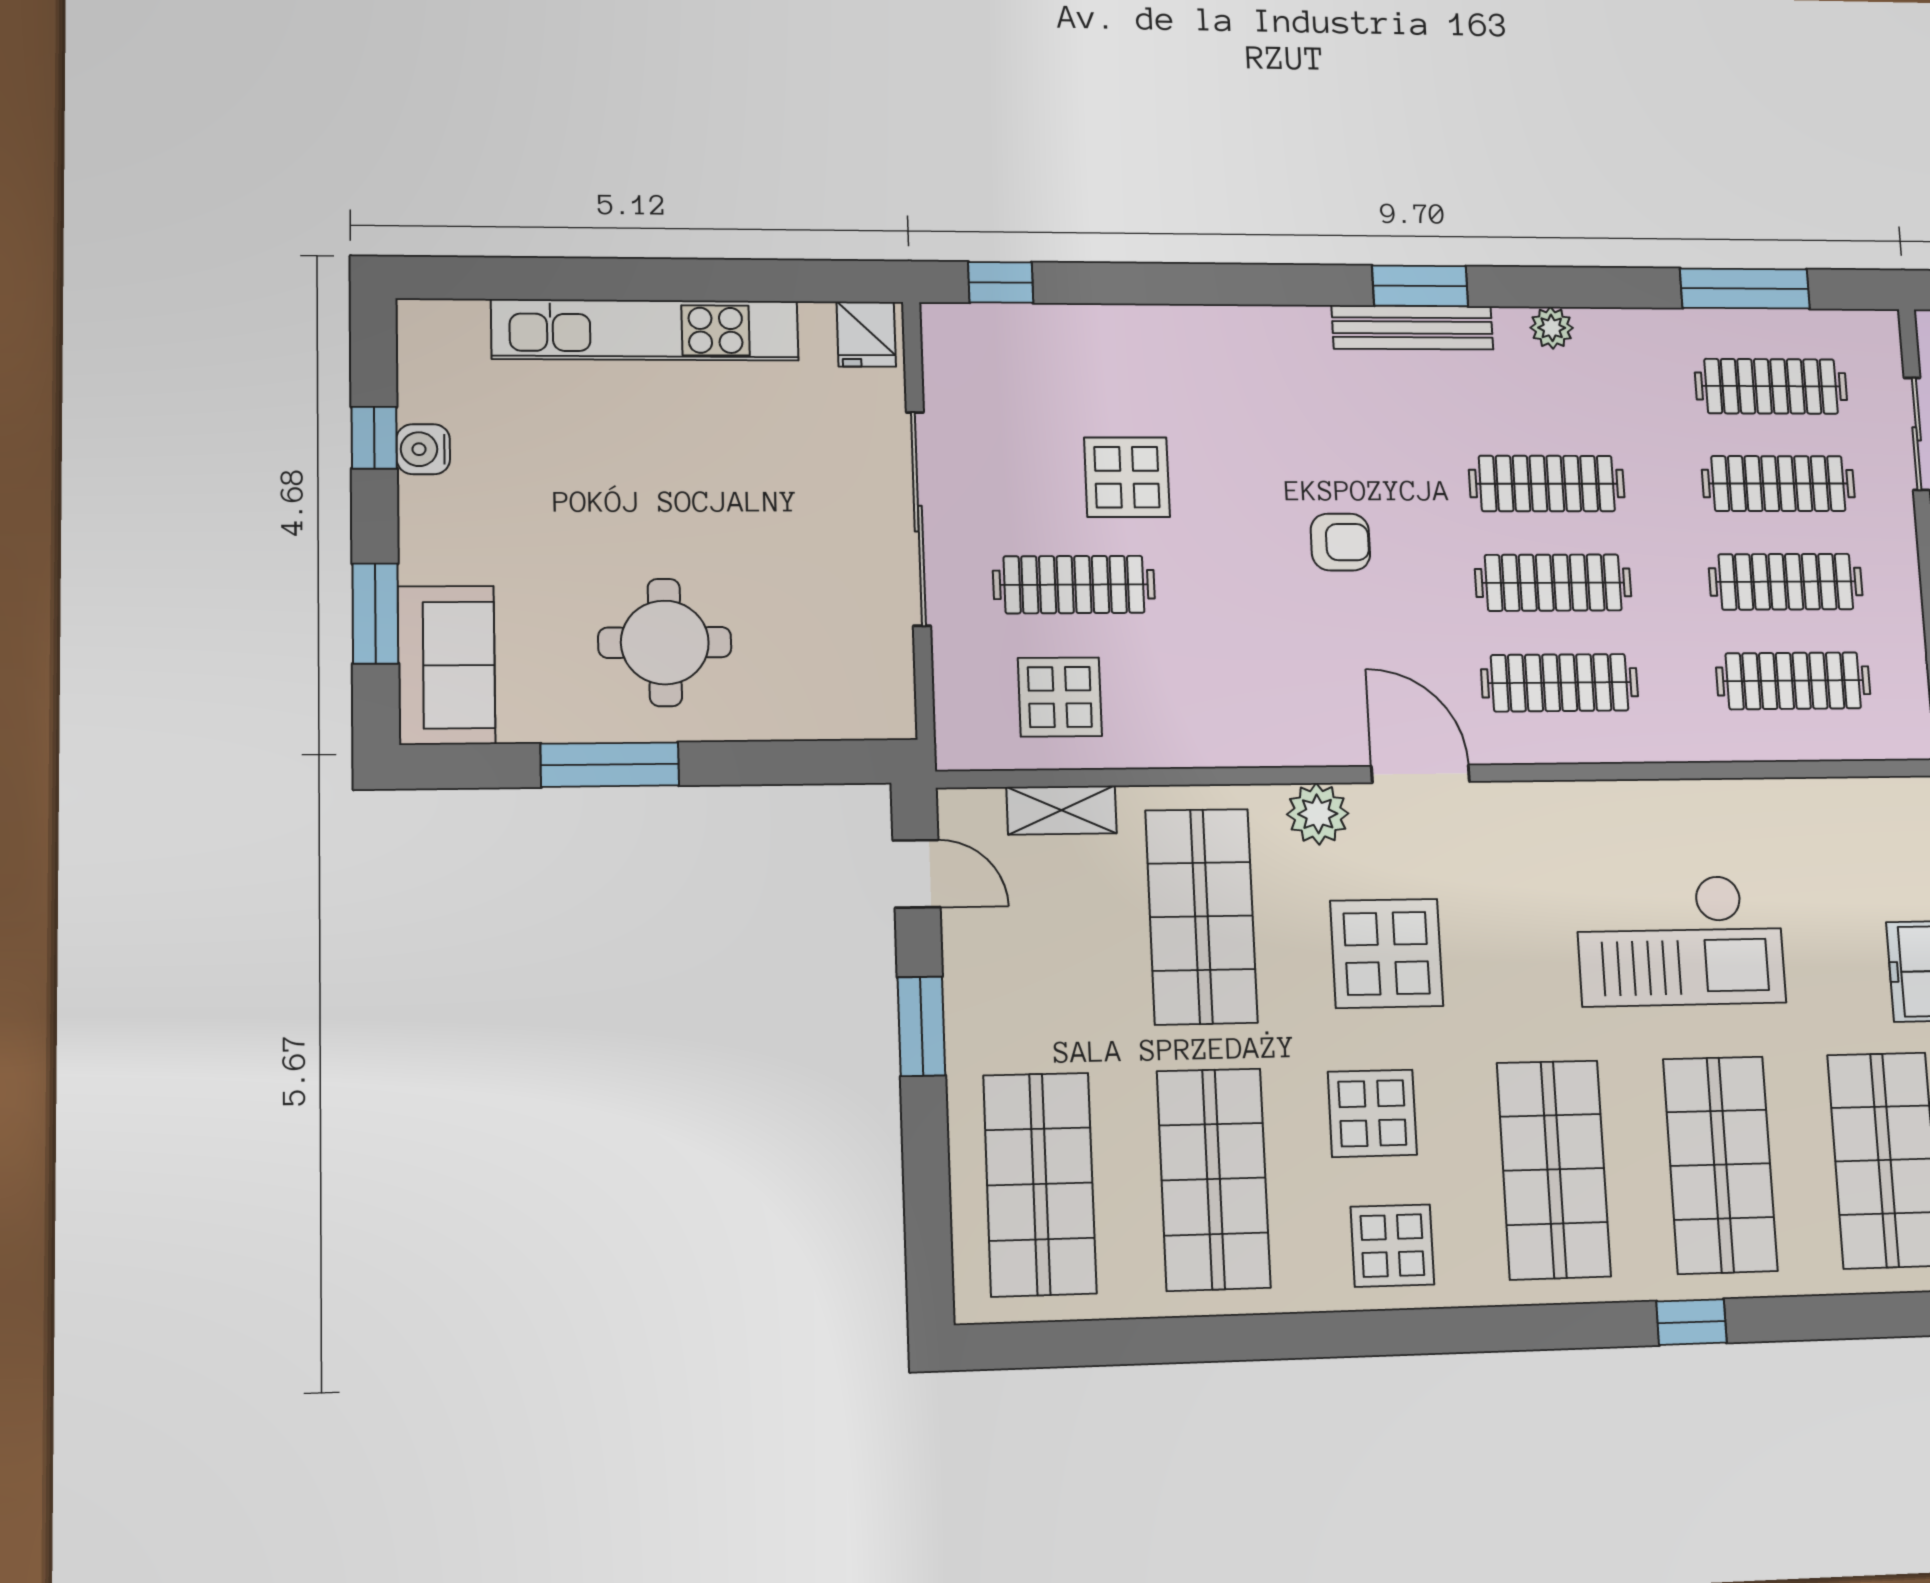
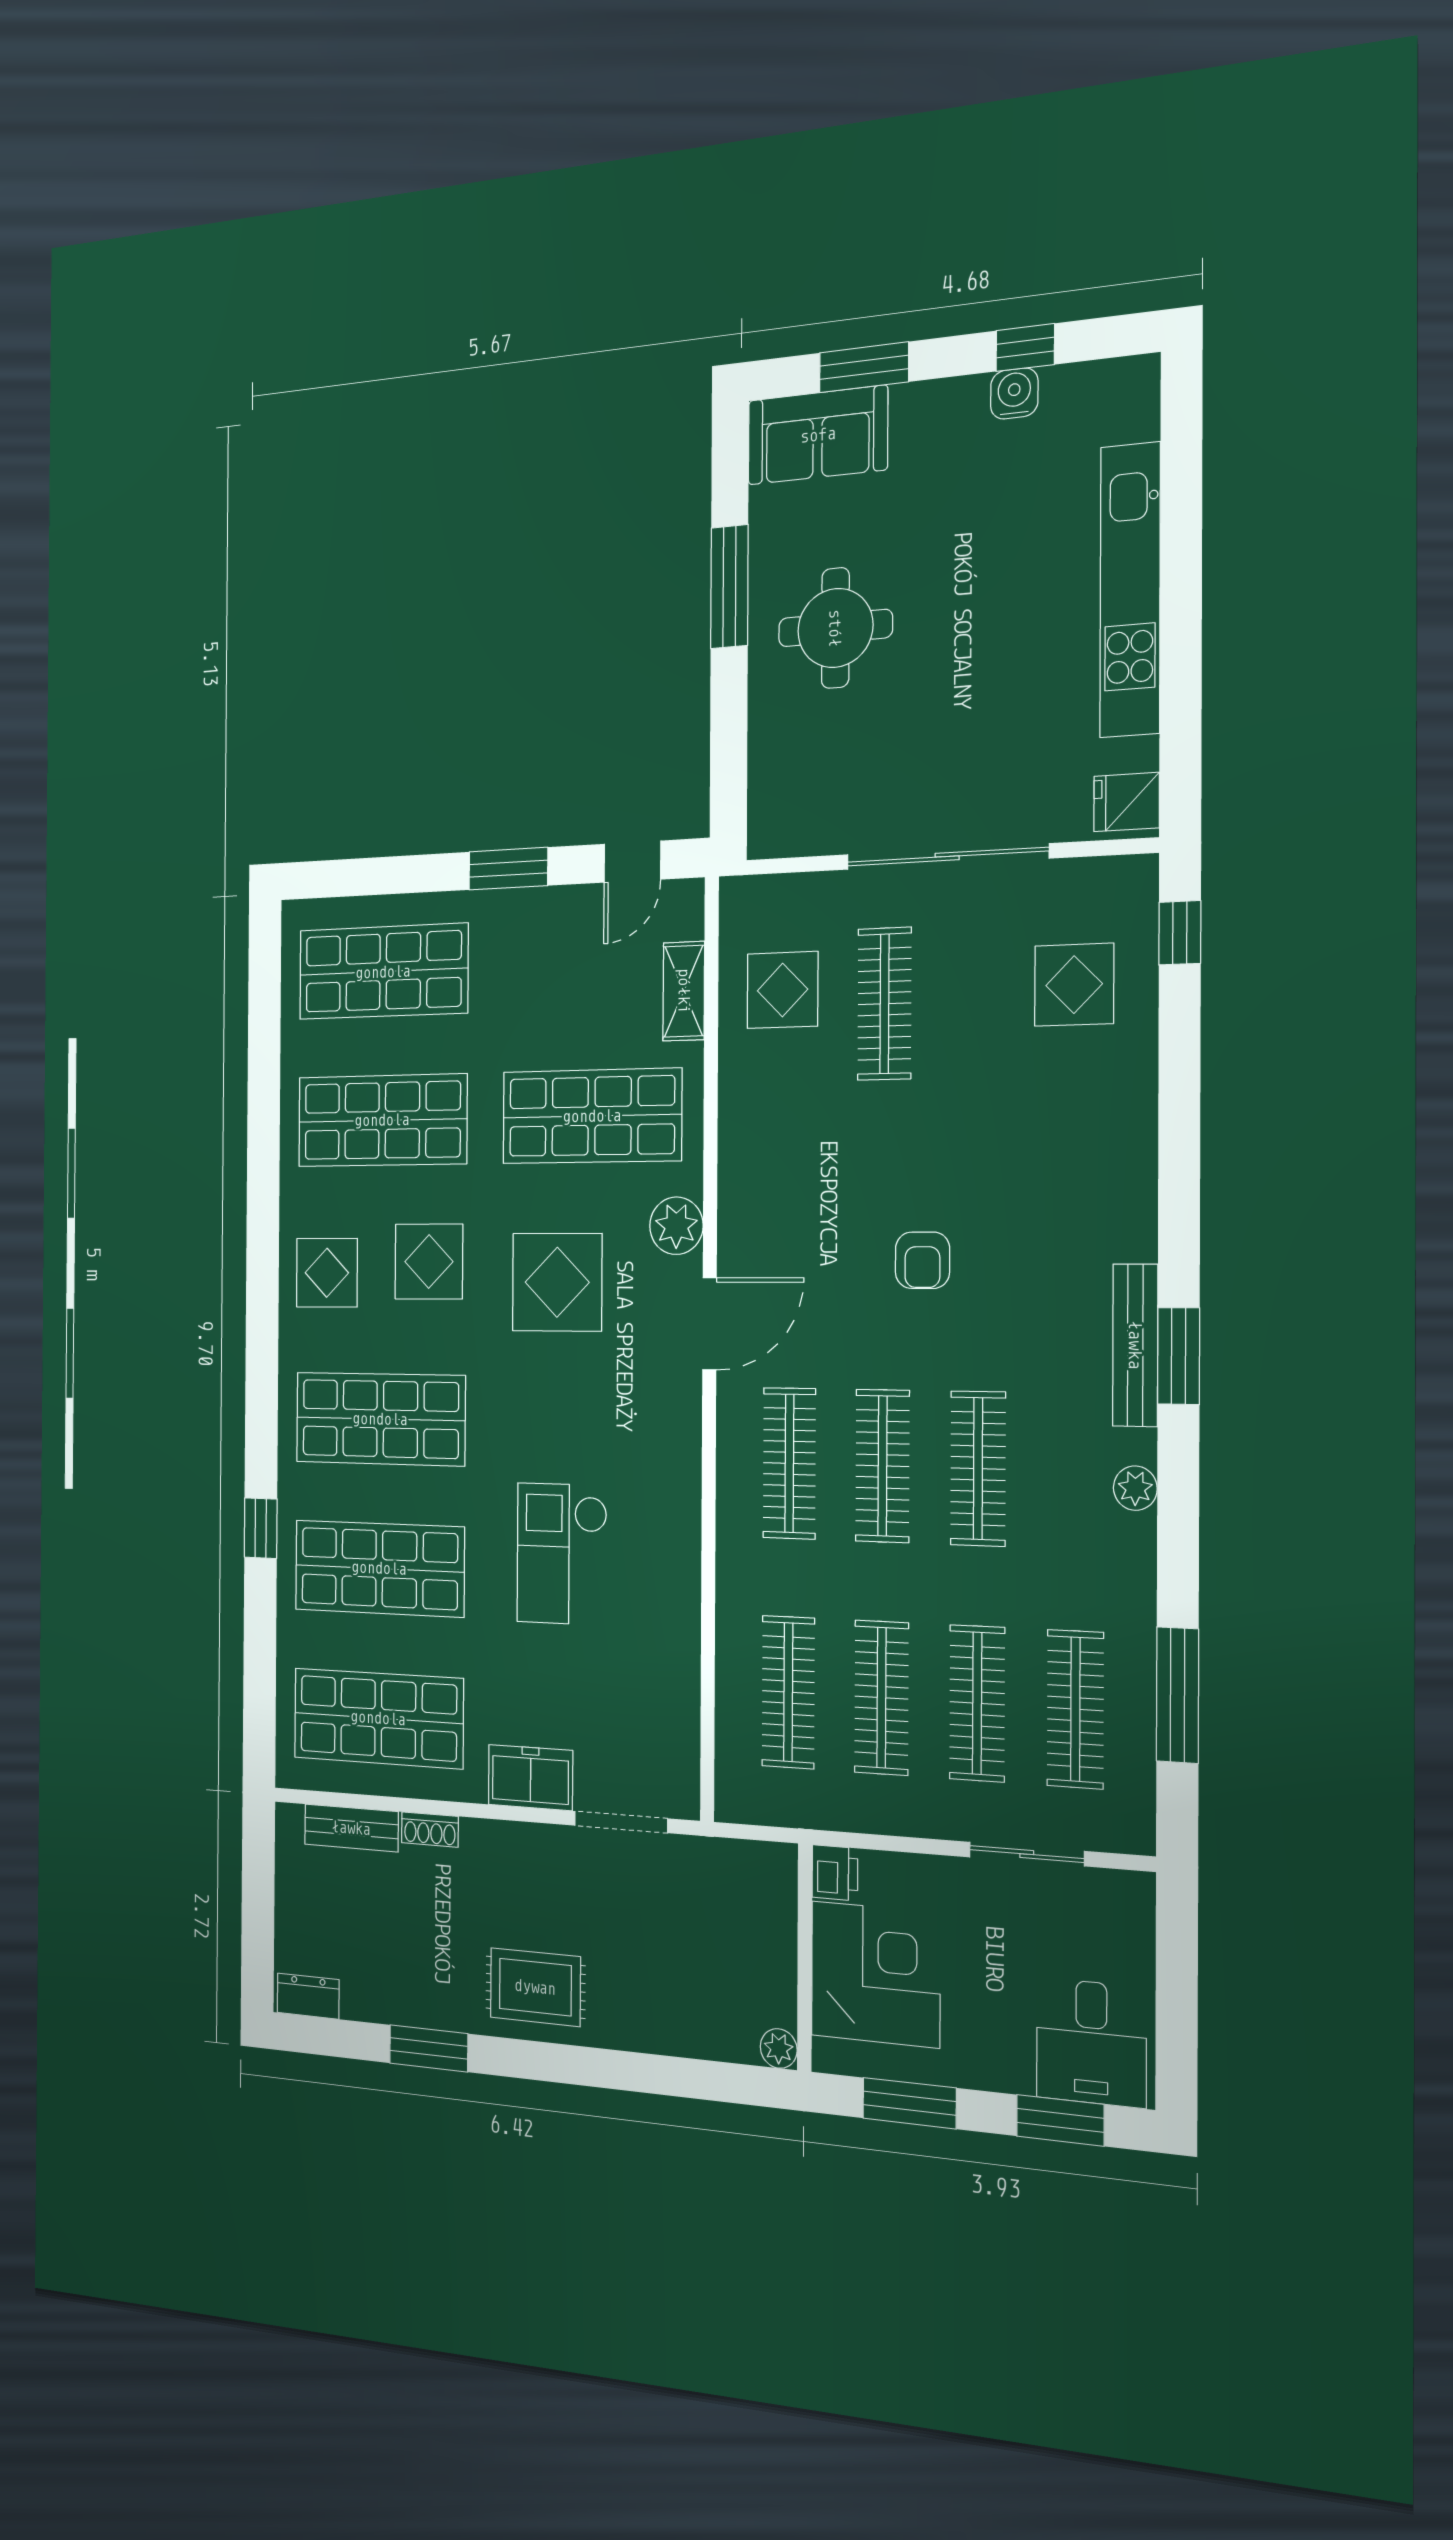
display table: (1127, 477) -> (1074, 985), moved
checkout: (1680, 940) -> (562, 1554), width x0.73, depth x0.83

